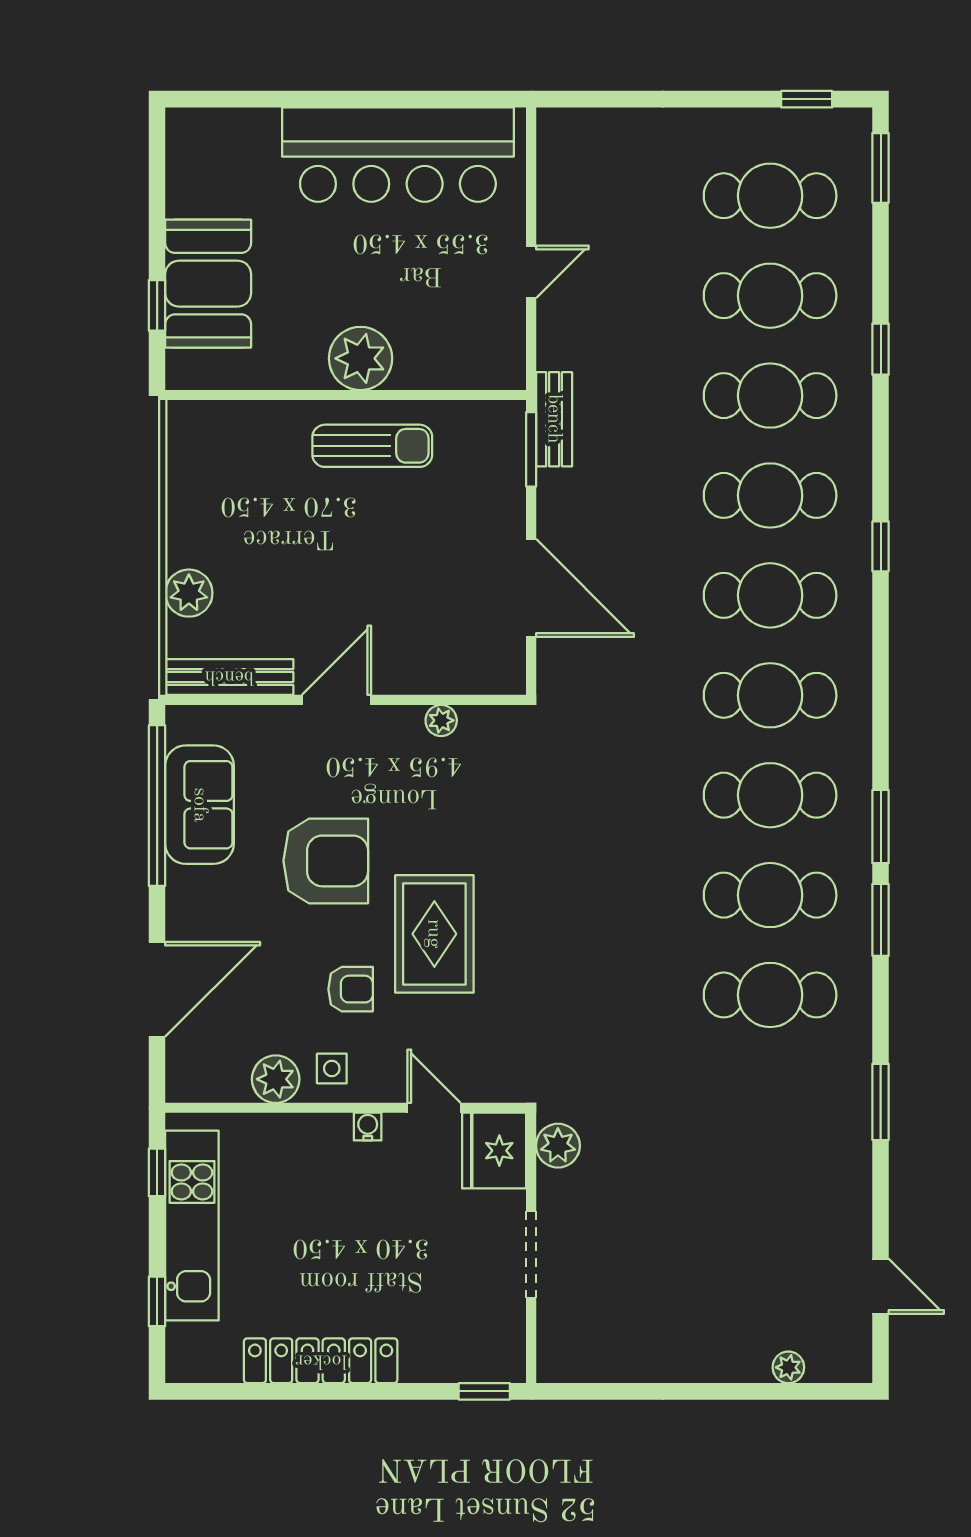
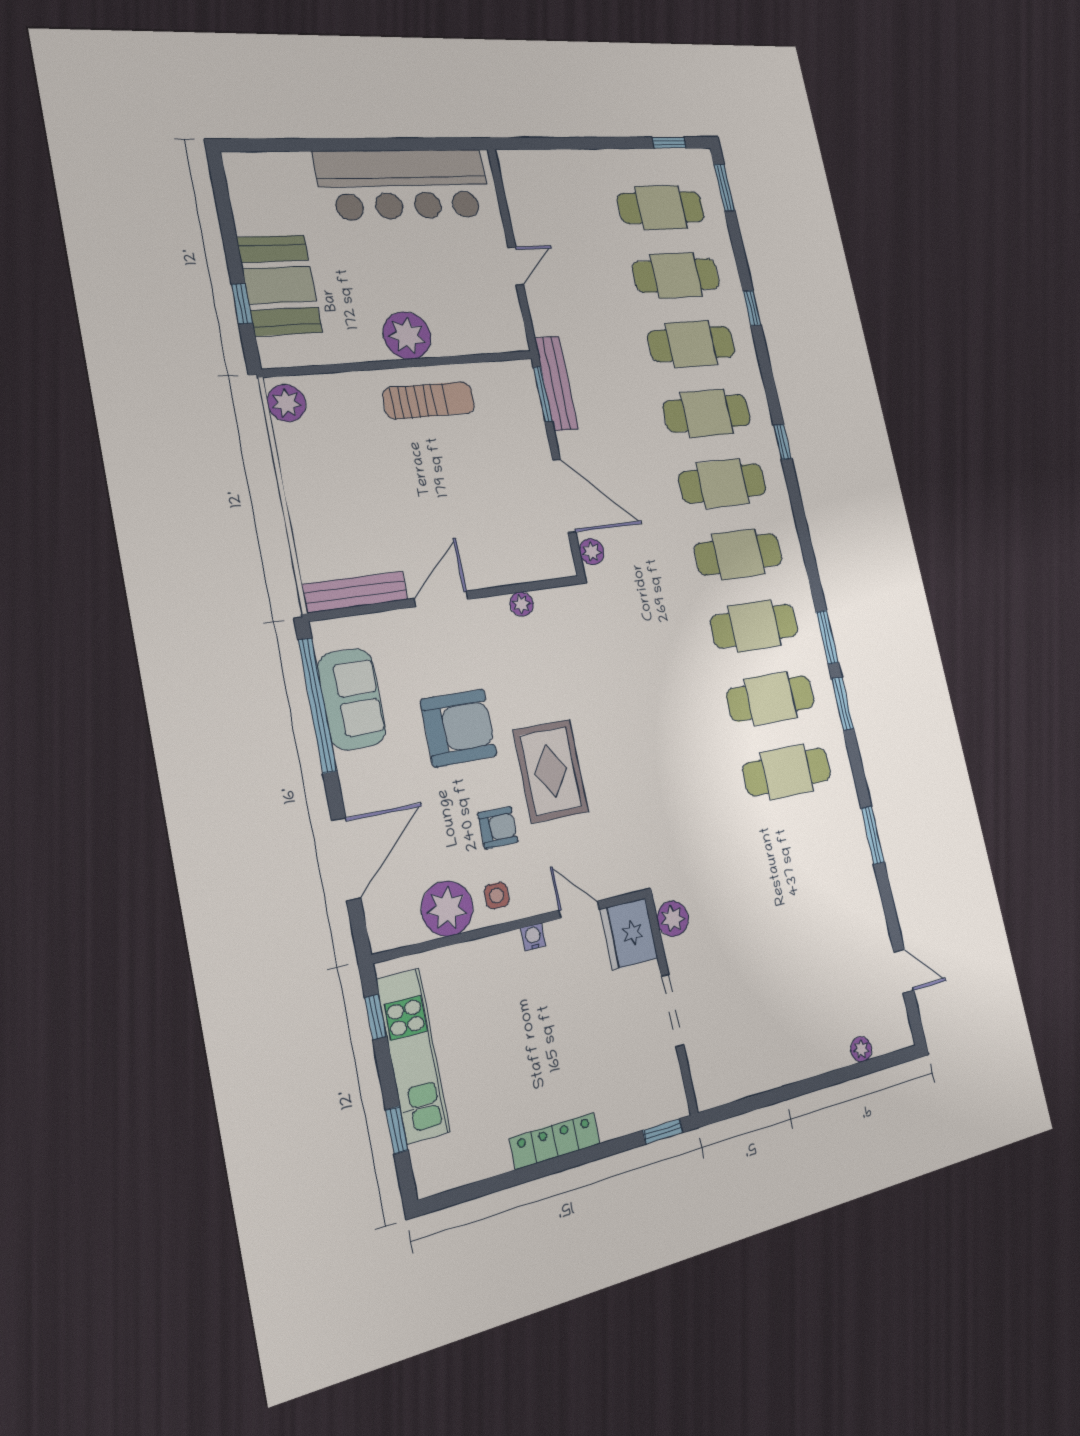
bench: (554, 419) -> (556, 383), width x1.36
plant: (189, 593) -> (287, 403), moved
plant: (553, 666) -> (592, 552), added
plant: (276, 1079) -> (447, 909), width x1.36, depth x1.36
locker: (321, 1361) -> (555, 1141), width x0.71, depth x0.83

